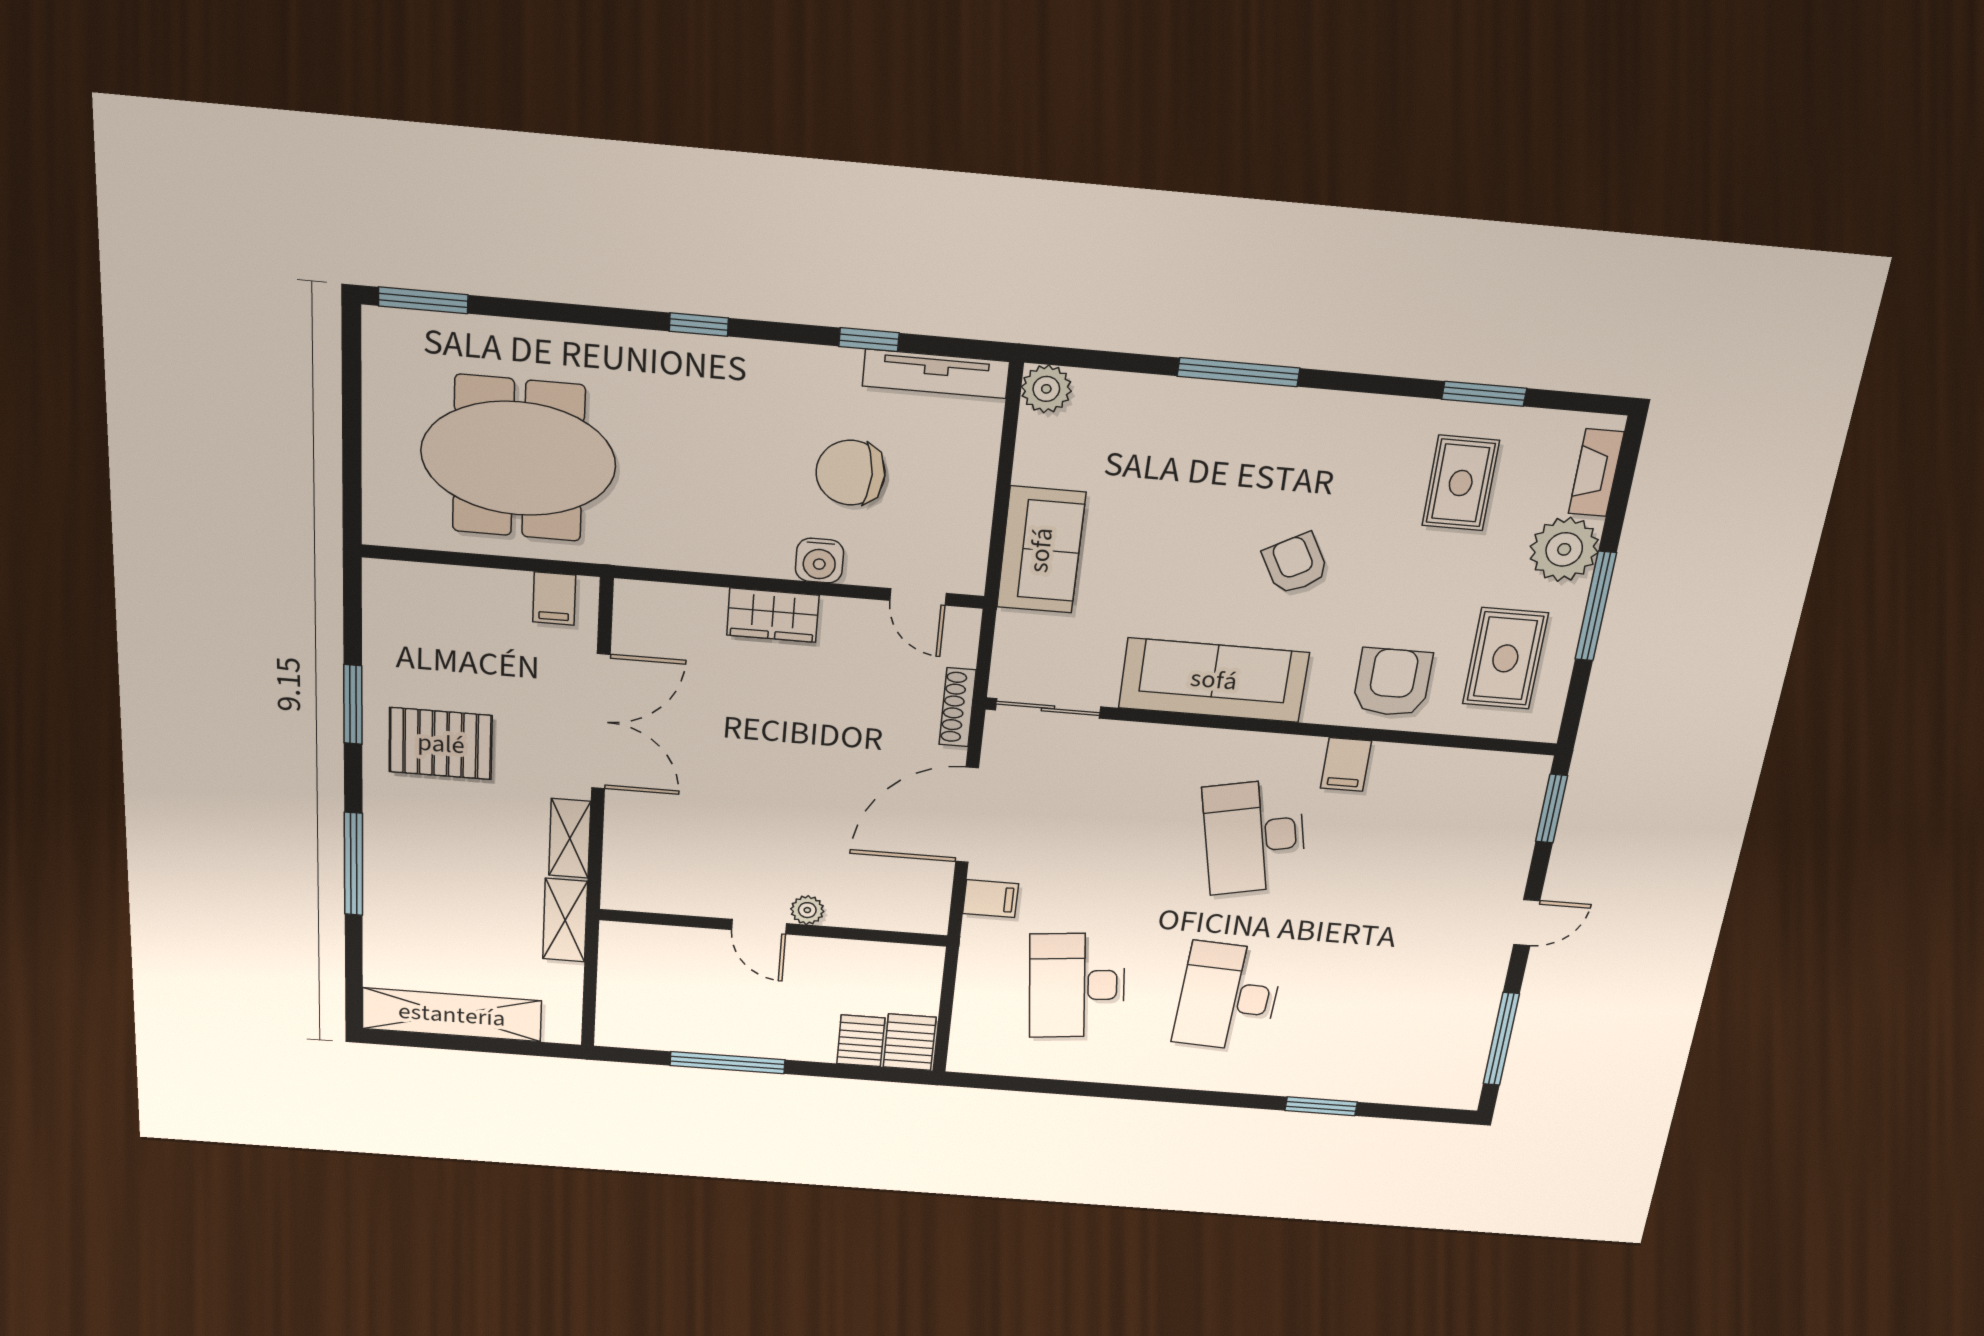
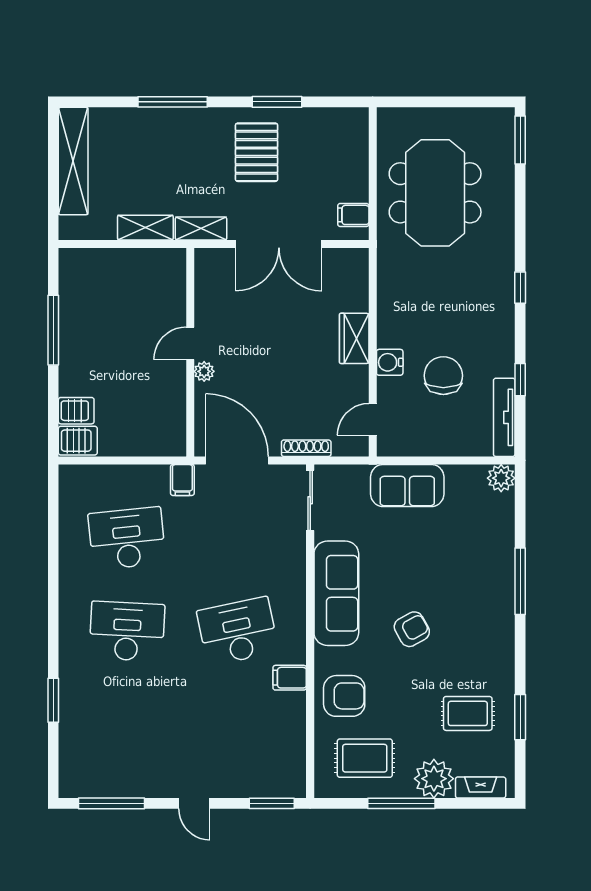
plant: (807, 910) -> (204, 371), moved
door: (759, 927) -> (190, 343), moved
wall: (774, 928) -> (190, 352), moved

